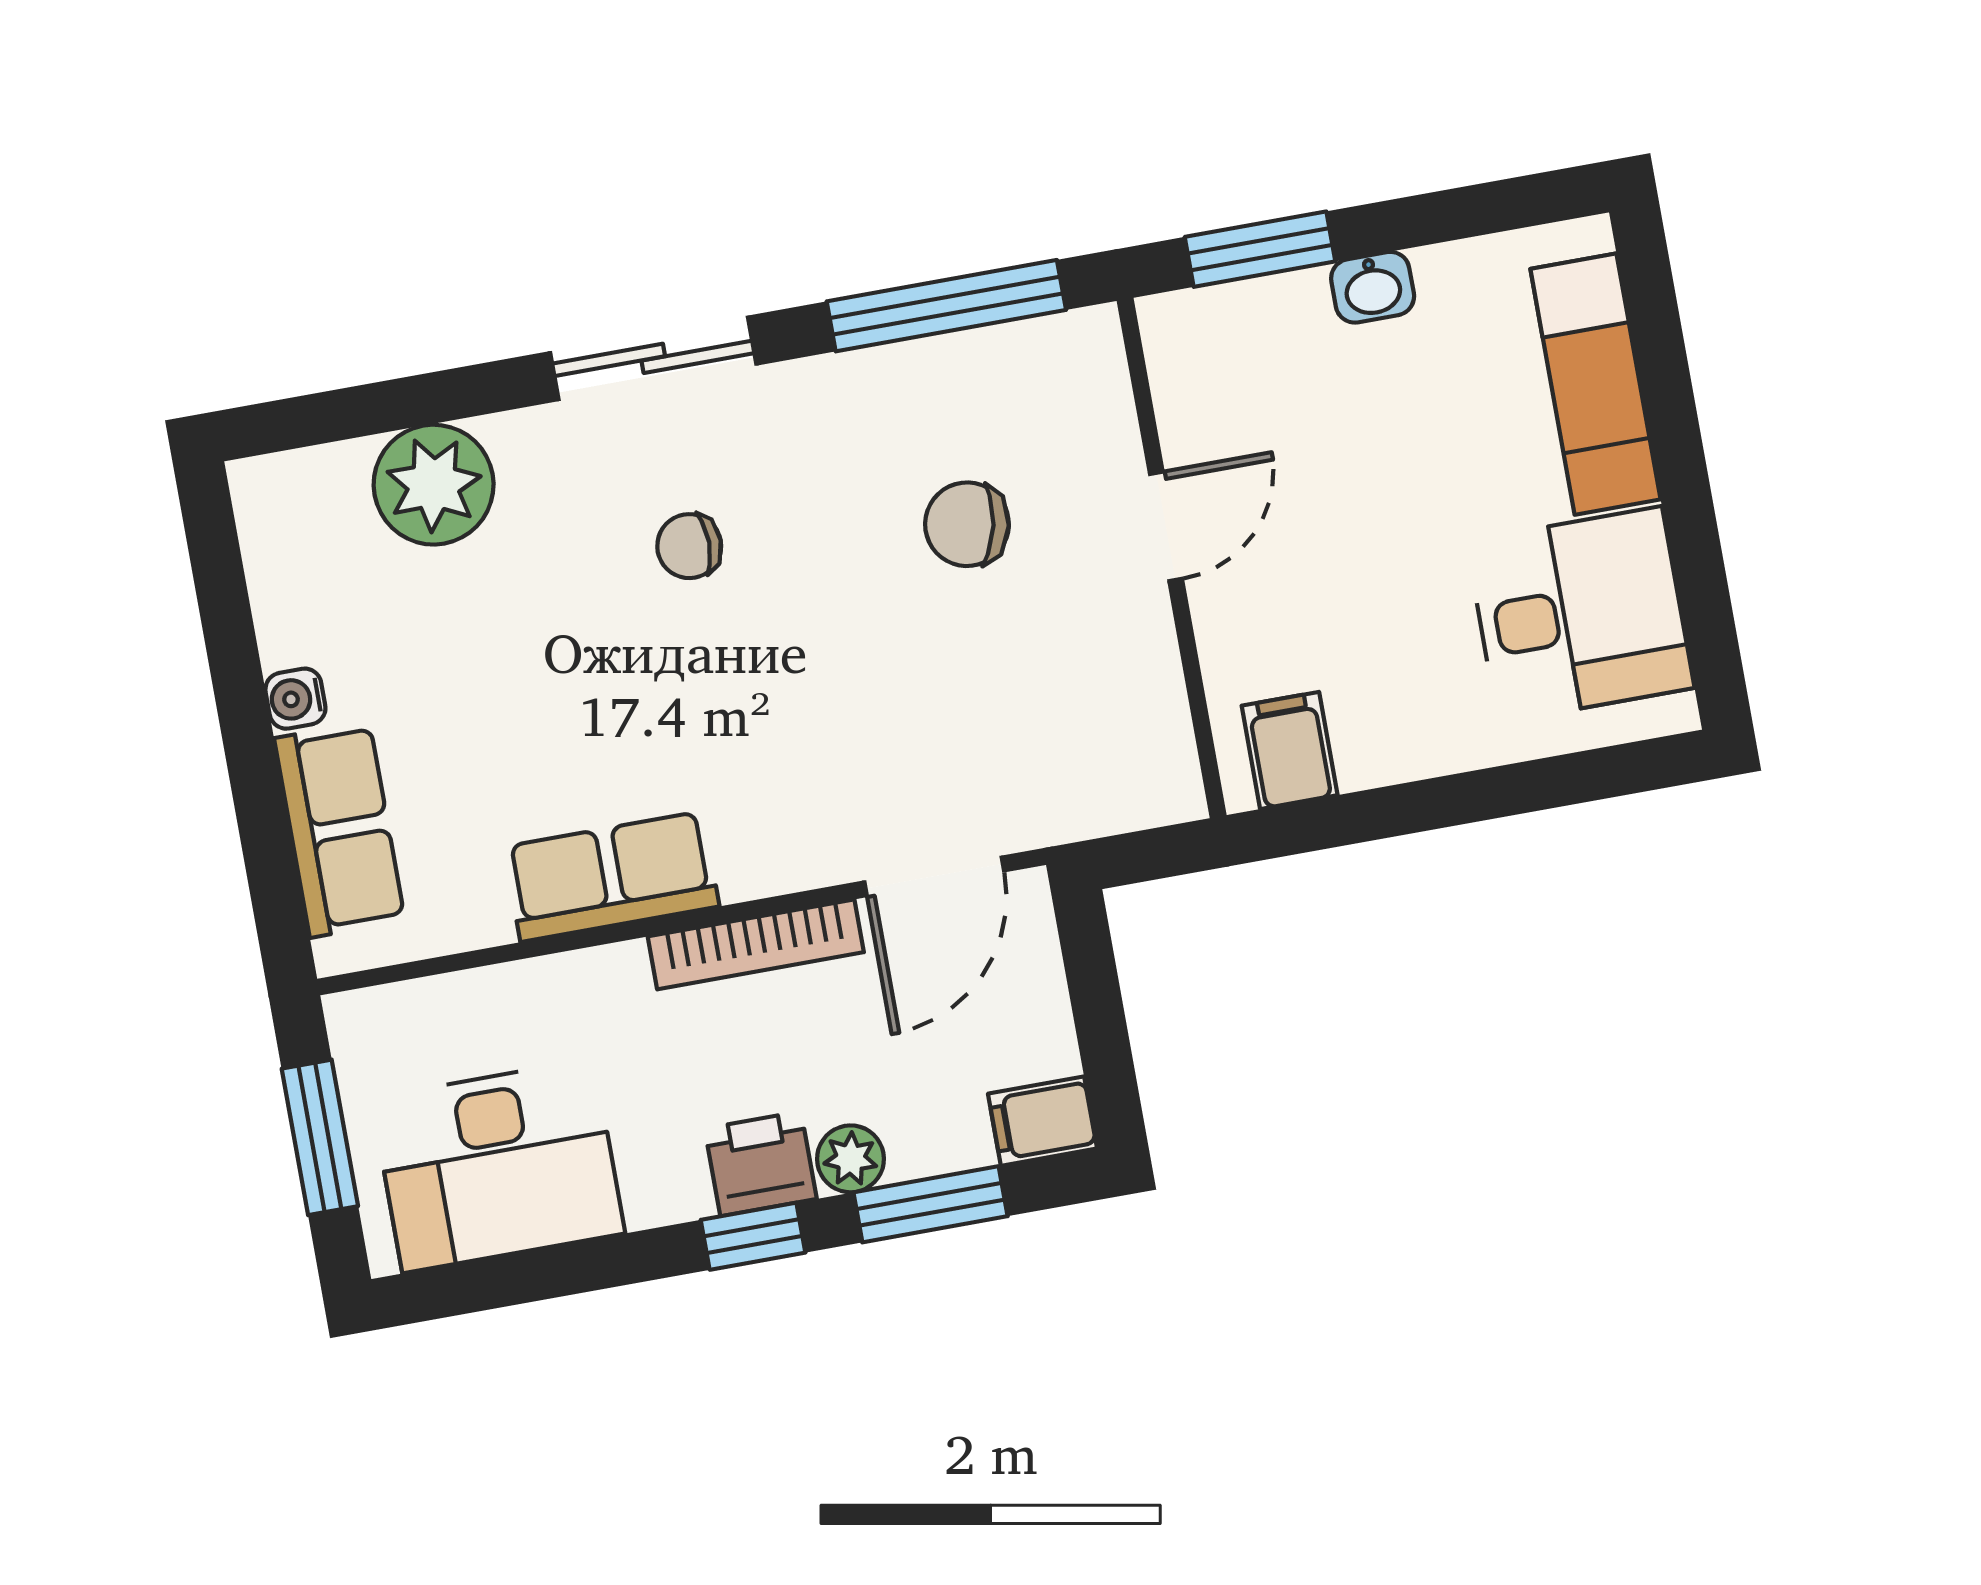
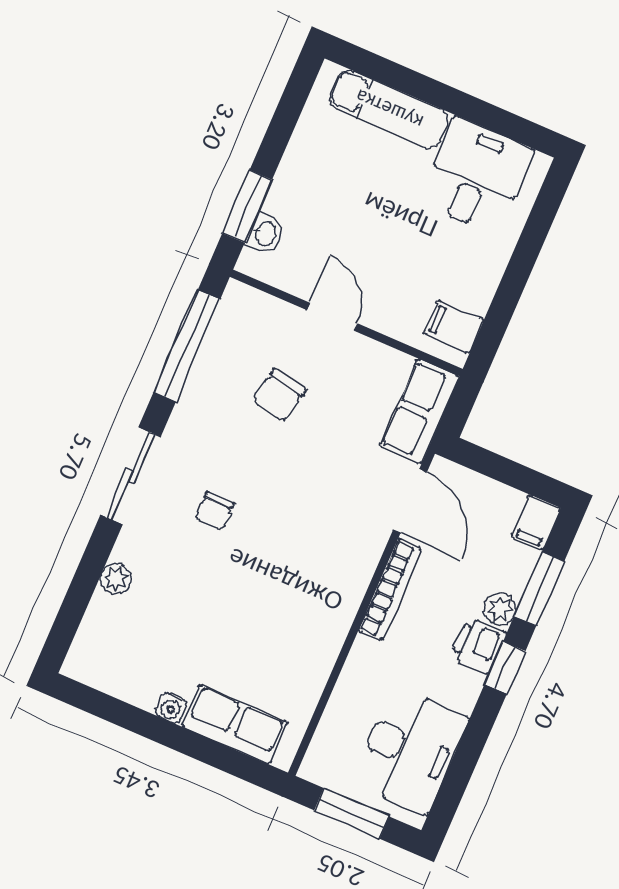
washbasin: (1373, 287) -> (265, 233), moved
plant: (434, 485) -> (116, 579), width x0.53, depth x0.53
row of seats: (611, 877) -> (419, 411), moved

